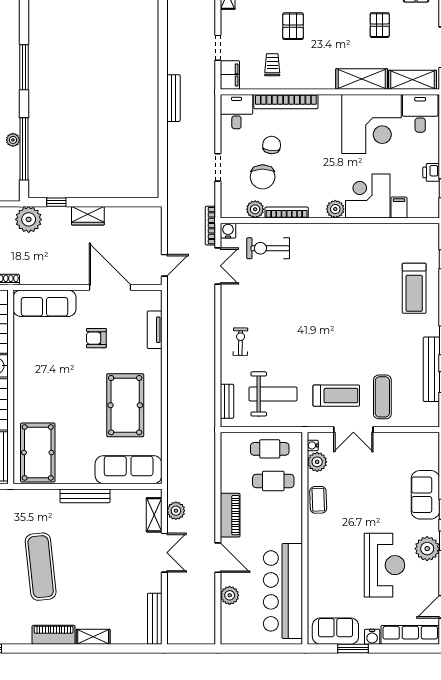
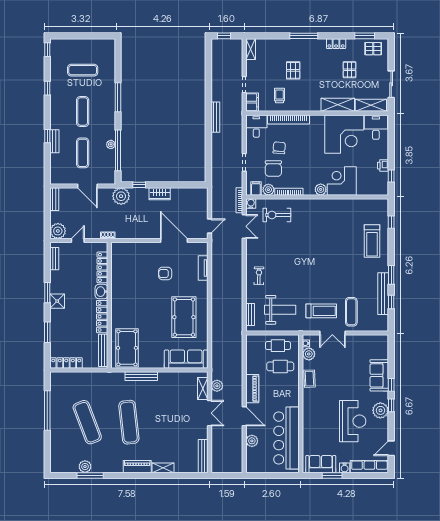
filing cabinet: (399, 207) -> (256, 188), moved
sofa: (45, 303) -> (131, 251), removed
bench: (85, 496) -> (141, 376), moved

